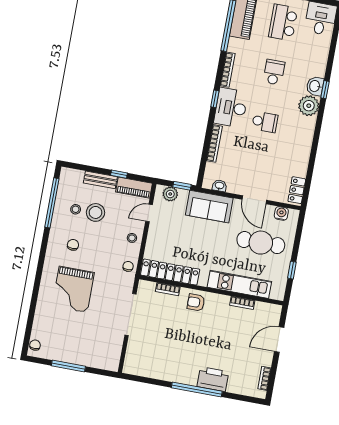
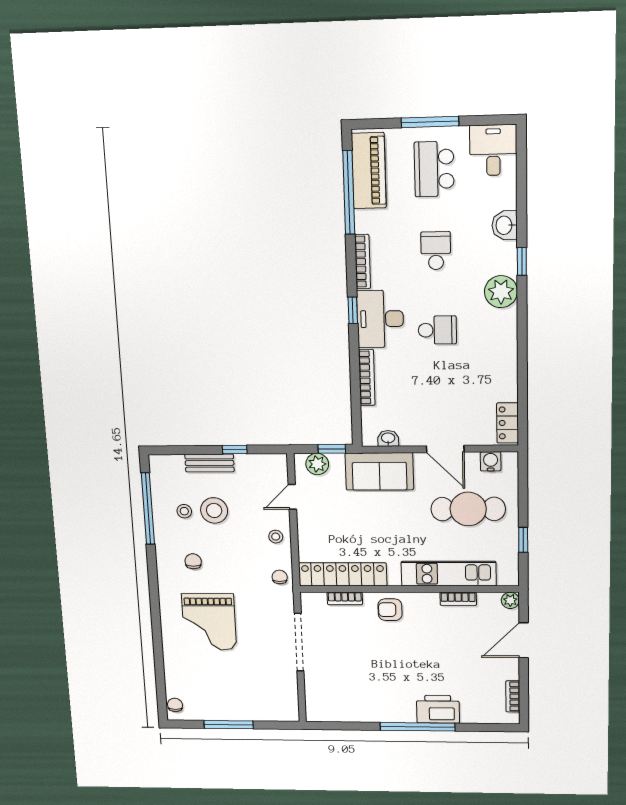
washbasin: (315, 86) -> (505, 225), moved
piano: (134, 188) -> (262, 465), removed
plant: (276, 310) -> (510, 600), added

